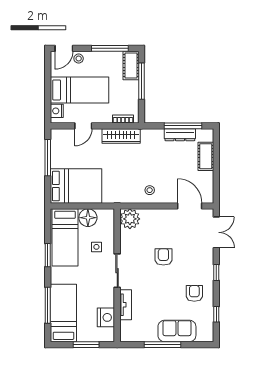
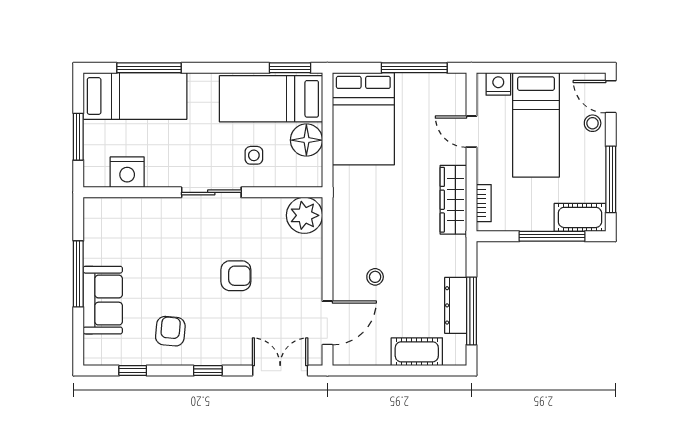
stool: (150, 190) -> (375, 277), moved
double door: (216, 232) -> (280, 371), swing flipped
window: (48, 255) -> (290, 68), moved
armchair: (194, 293) -> (170, 331), turned -85
tv unit: (126, 305) -> (150, 208), removed

